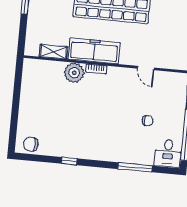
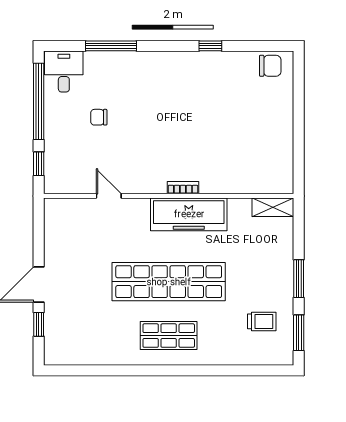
shelving: (54, 52) -> (273, 207), moved
plant: (74, 73) -> (215, 179), removed

